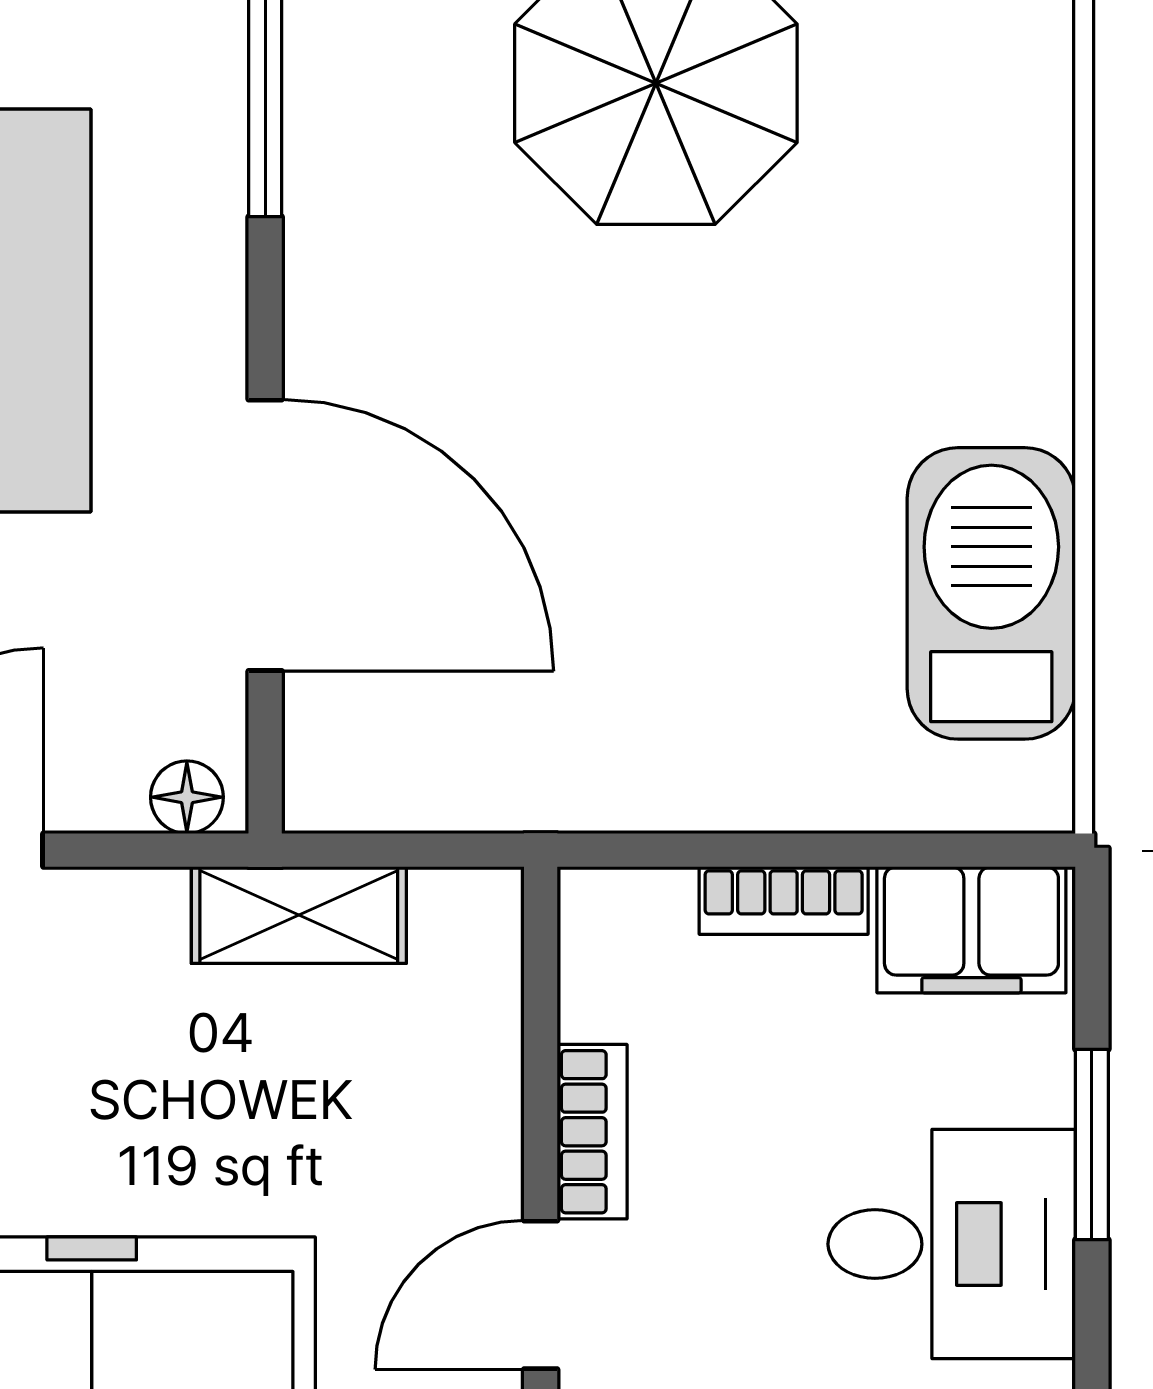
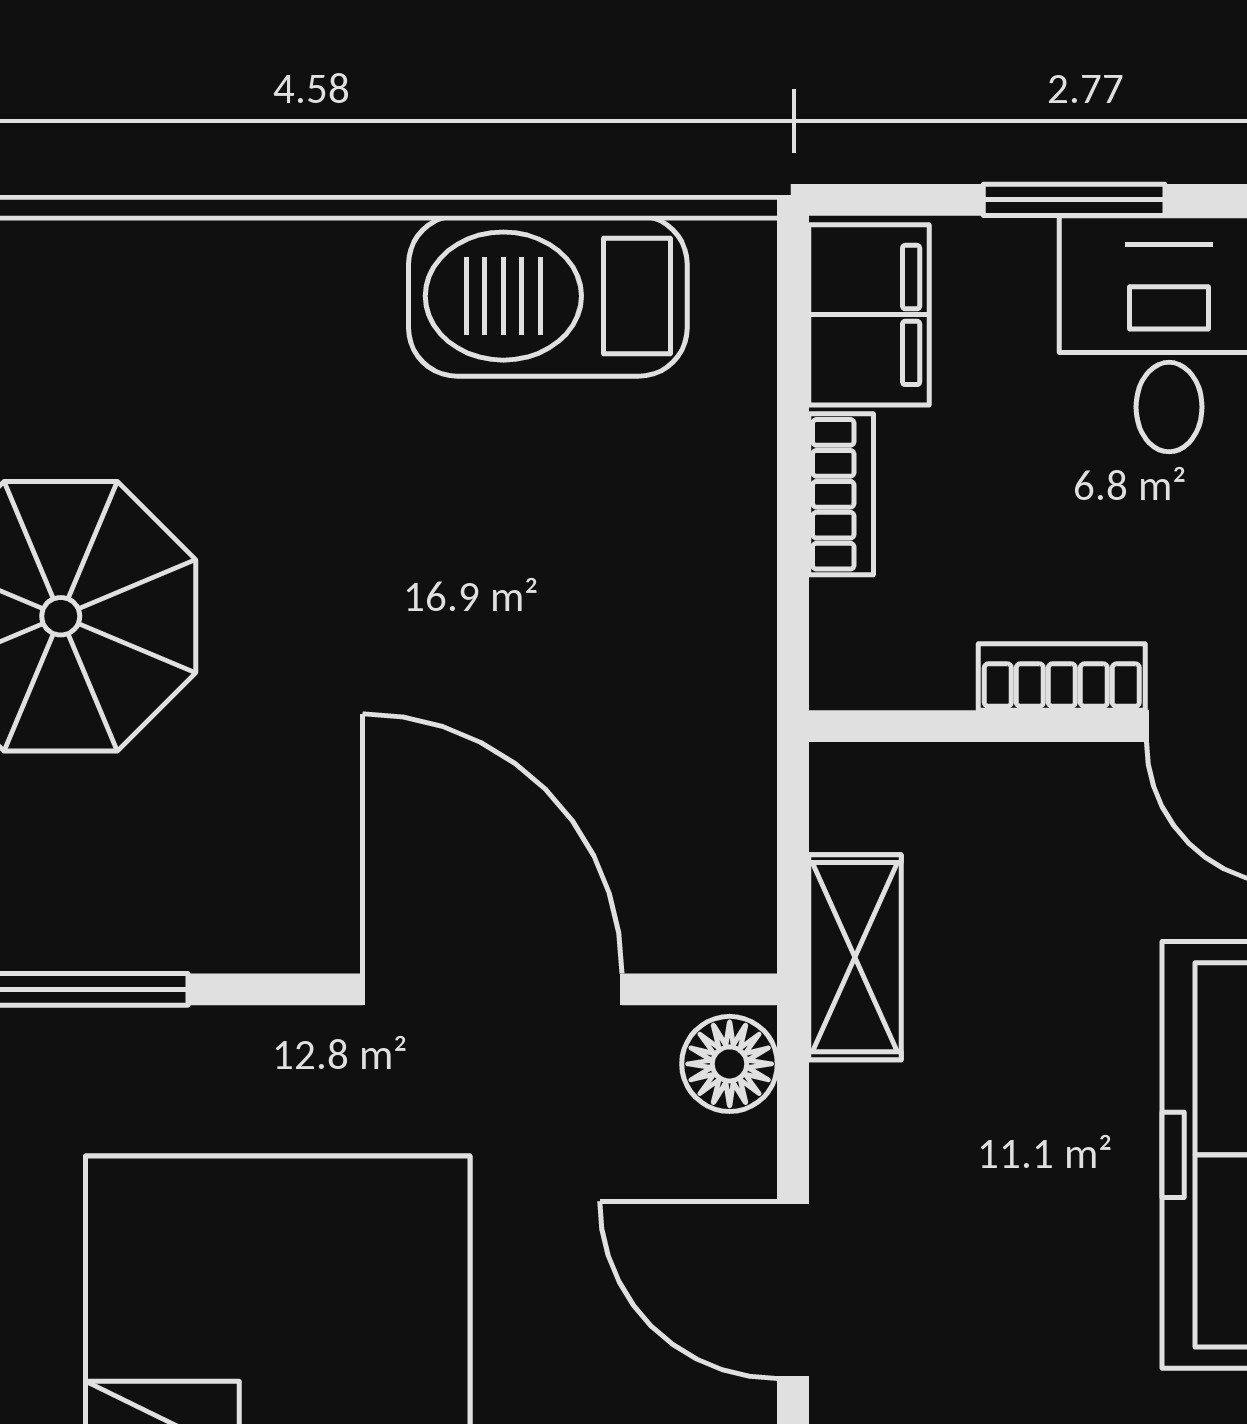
door: (265, 535) -> (492, 989), hinge flipped
floor lamp: (187, 797) -> (730, 1064), width x1.37, depth x1.37

